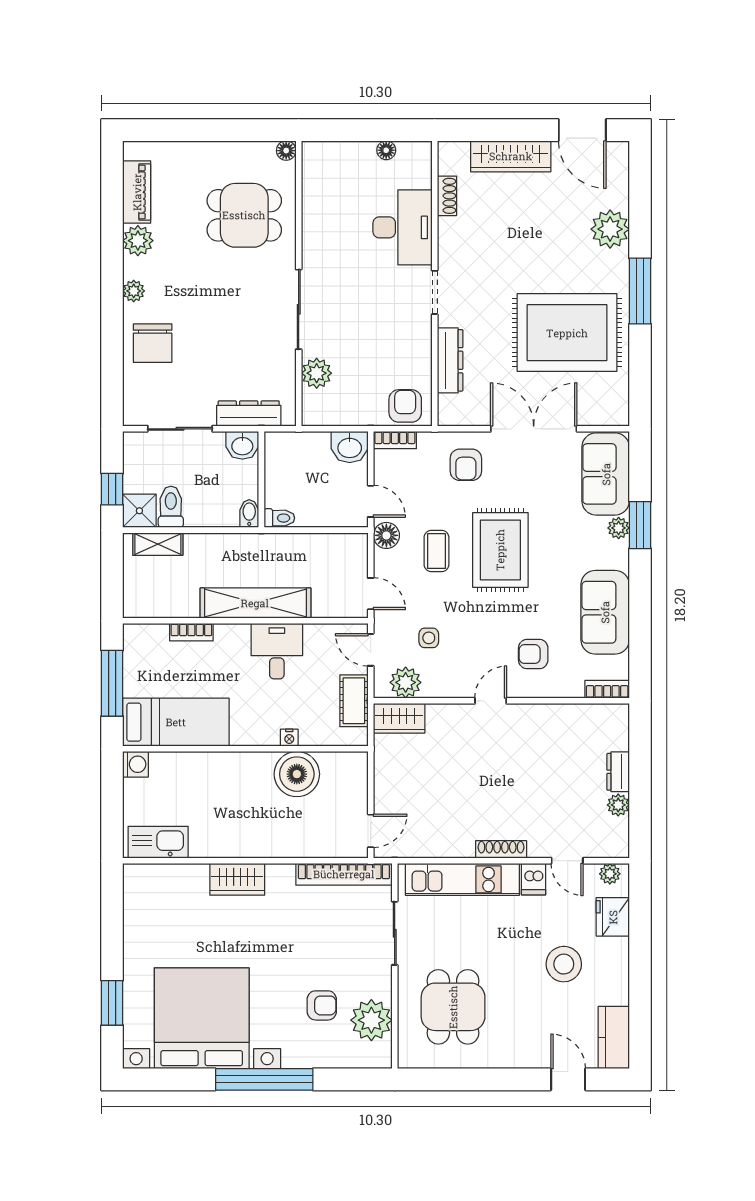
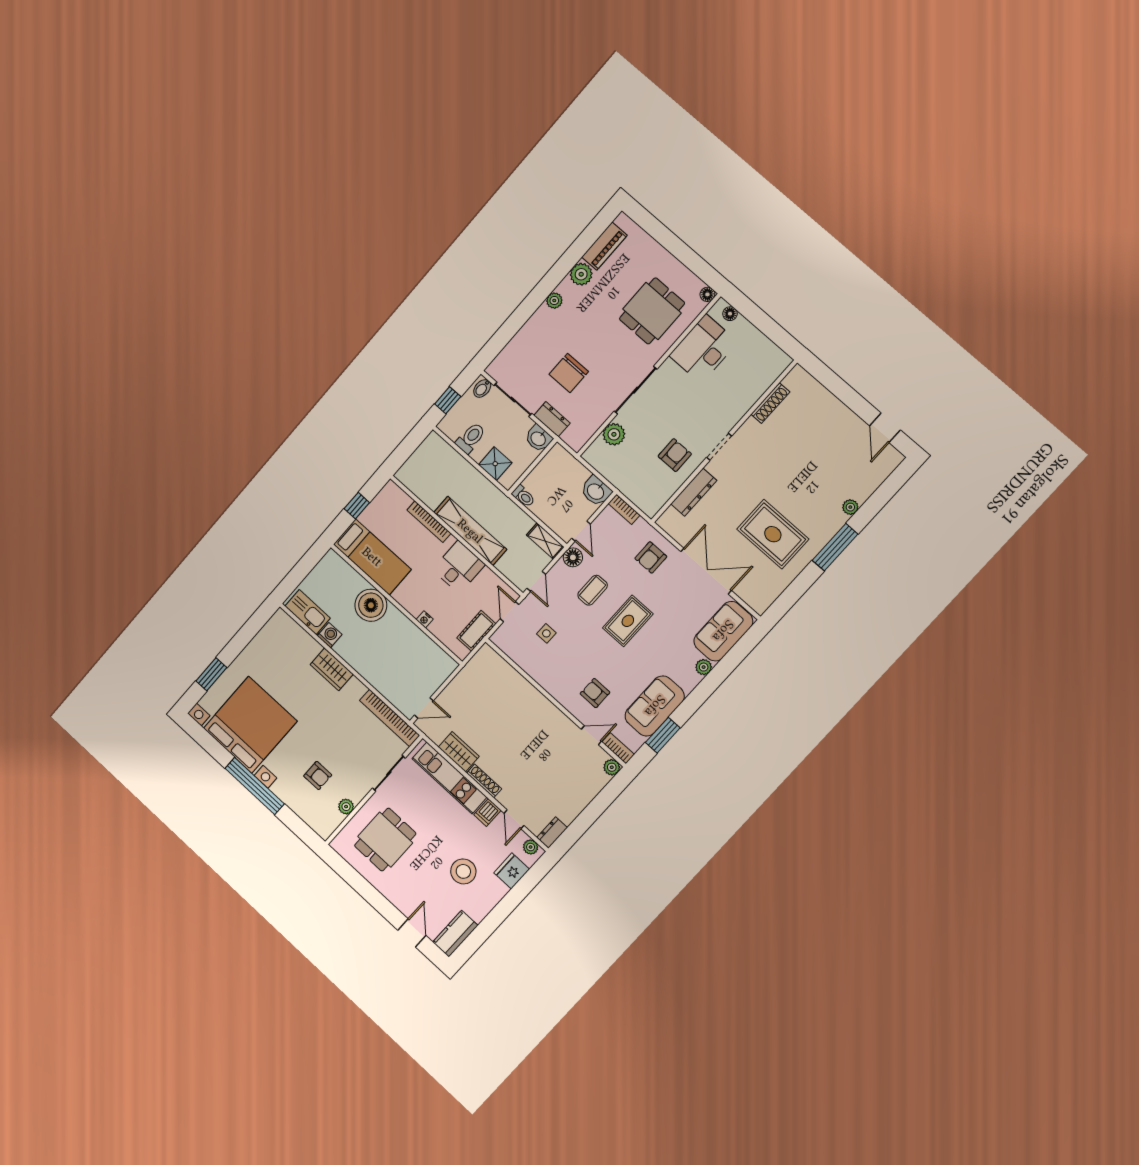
door: (582, 130) -> (885, 428), width x0.73
floor lamp: (386, 150) -> (730, 314), moved
wardrobe: (511, 156) -> (831, 407), removed
shoe rack: (447, 196) -> (770, 403), width x1.43
dining table: (244, 215) -> (652, 311), turned 90
desk: (403, 227) -> (704, 349), moved, turned 180
plant: (610, 229) -> (850, 507), width x0.53, depth x0.53
rug: (567, 333) -> (773, 534), width x0.73, depth x0.69
chair: (153, 343) -> (569, 373), moved
armchair: (405, 406) -> (675, 455), moved
dresser: (249, 414) -> (552, 419), width x0.70
shower: (139, 511) -> (495, 464), moved
bidet: (249, 514) -> (482, 388), moved, turned 180
window: (640, 525) -> (663, 735), moved
shelving: (158, 544) -> (545, 541), moved
rug: (500, 550) -> (628, 621), width x0.73, depth x0.70
bookcase: (191, 632) -> (429, 522), width x1.56
plant: (406, 682) -> (513, 646), removed
window: (112, 683) -> (357, 506), width x0.46
door: (491, 701) -> (591, 735), moved
wardrobe: (399, 718) -> (459, 752), moved, turned 180
washing machine: (136, 764) -> (330, 635), moved, turned -90
dresser: (618, 772) -> (552, 832), moved
boiler: (297, 774) -> (371, 605), moved
plant: (618, 805) -> (612, 767), moved
plant: (371, 1020) -> (346, 807), width x0.53, depth x0.53

